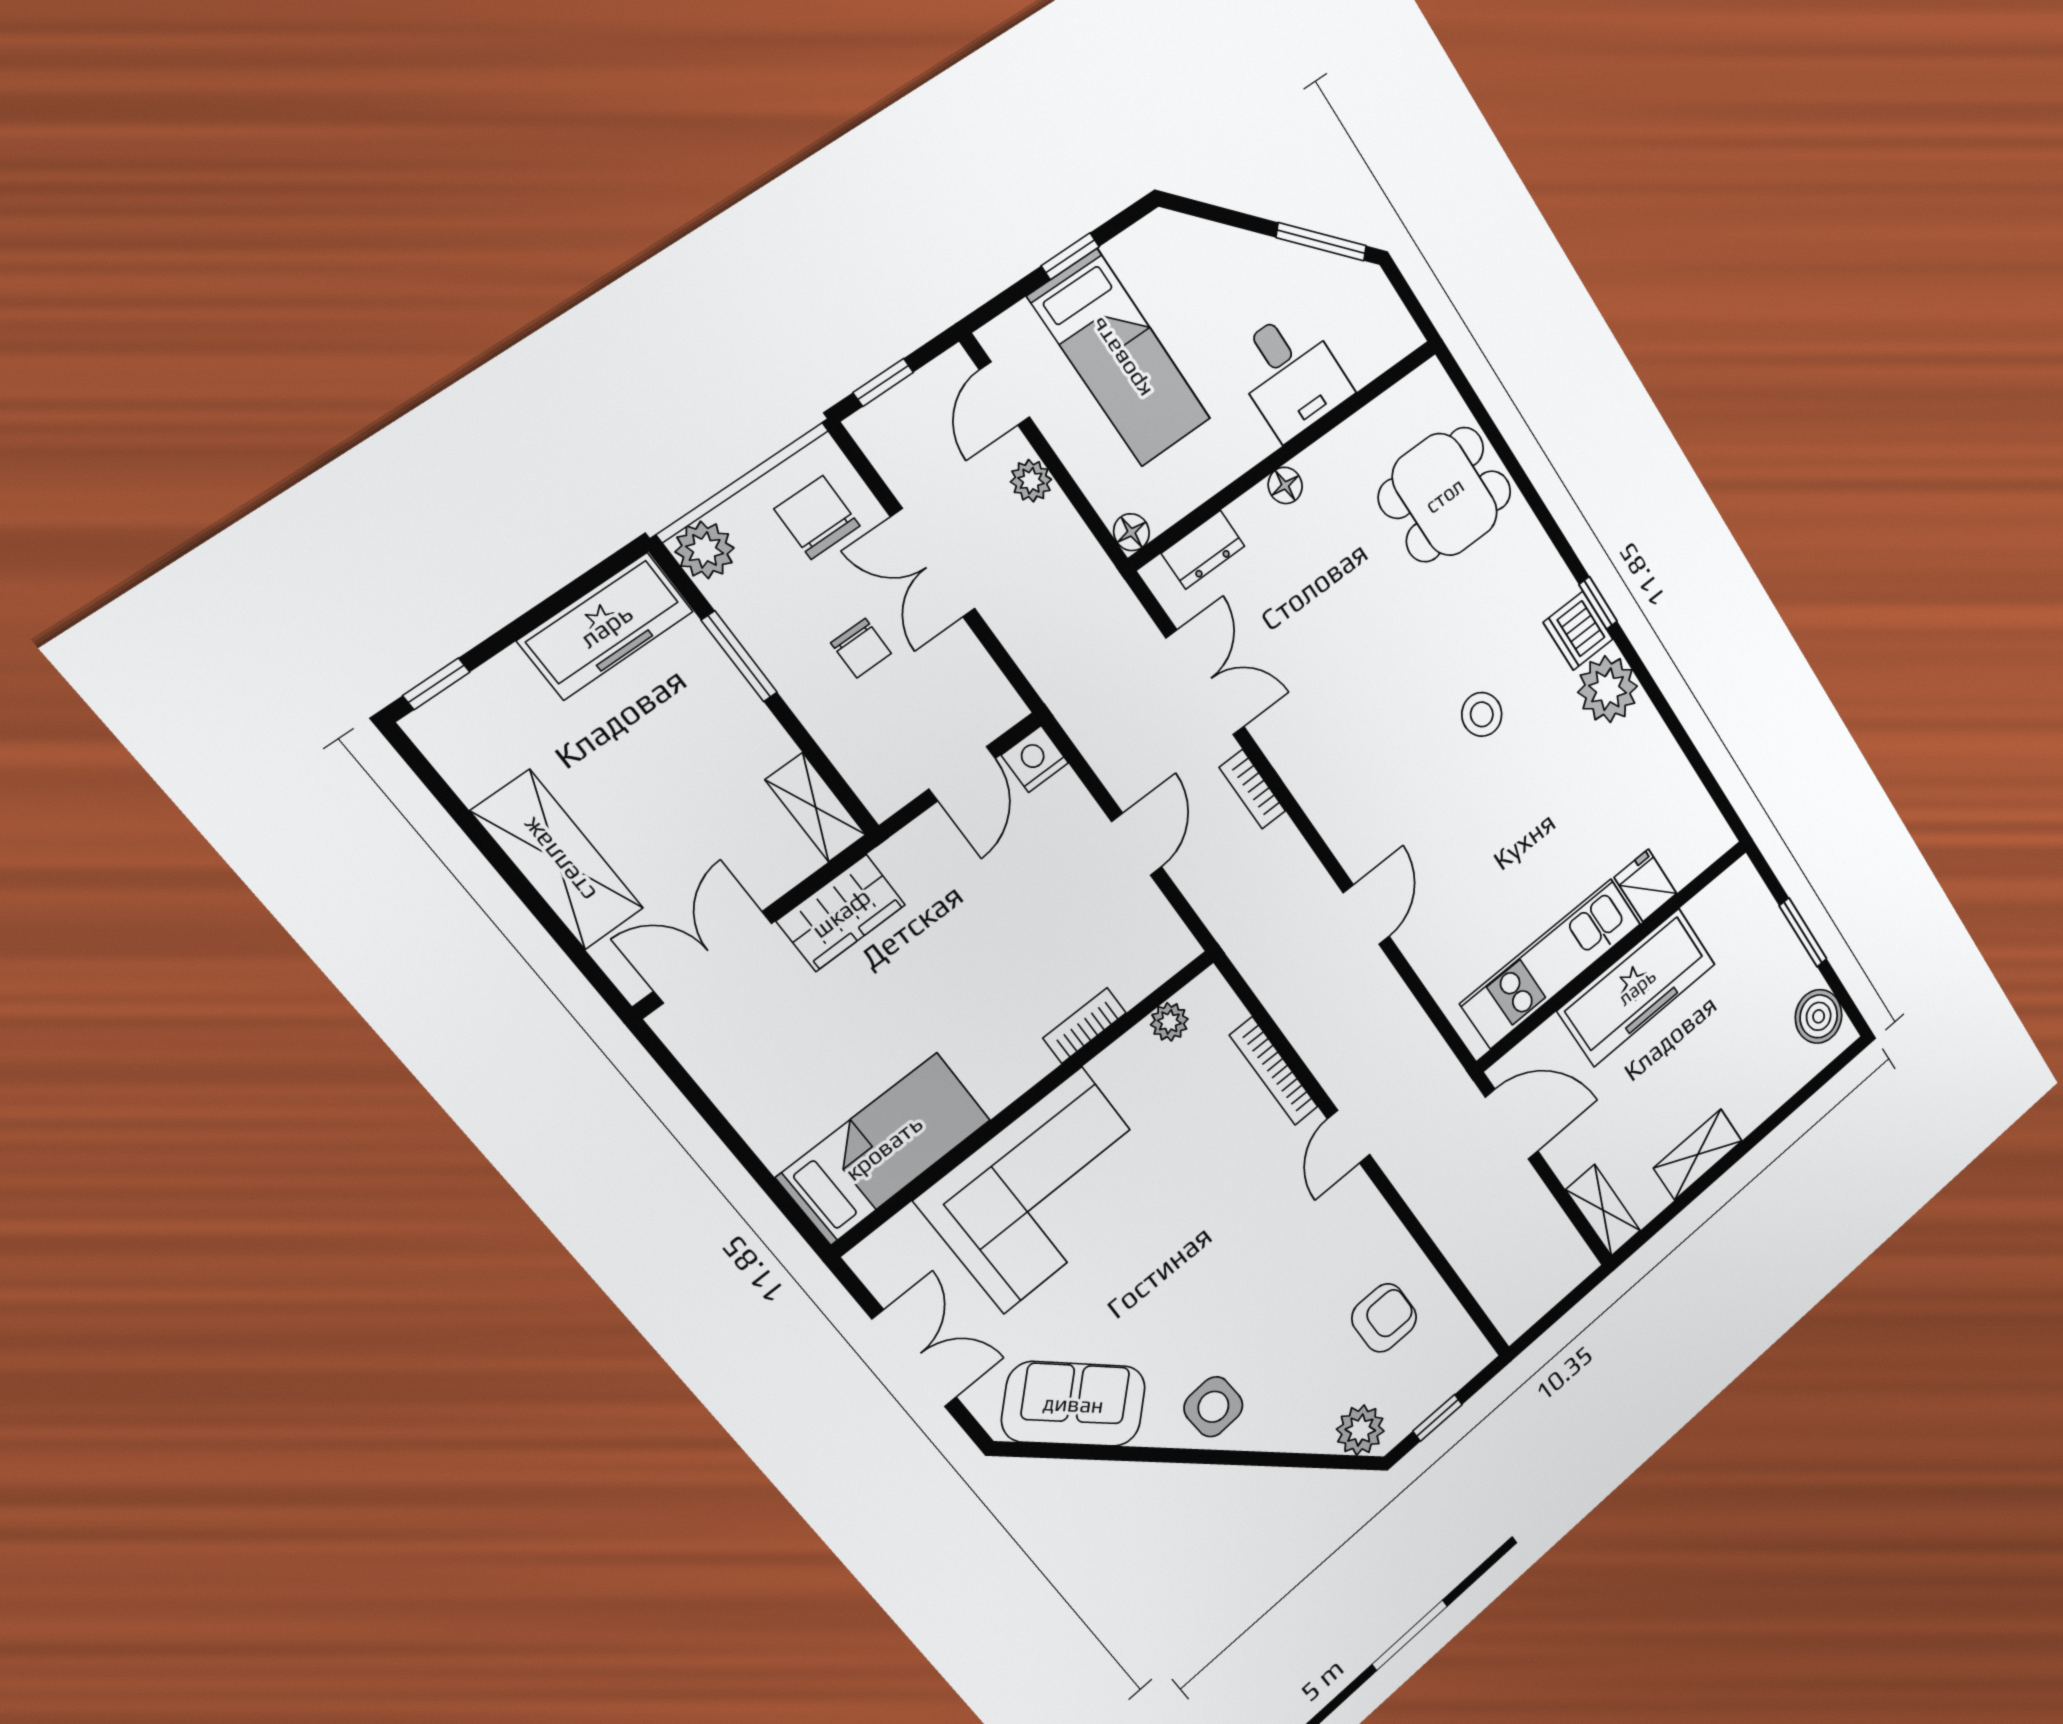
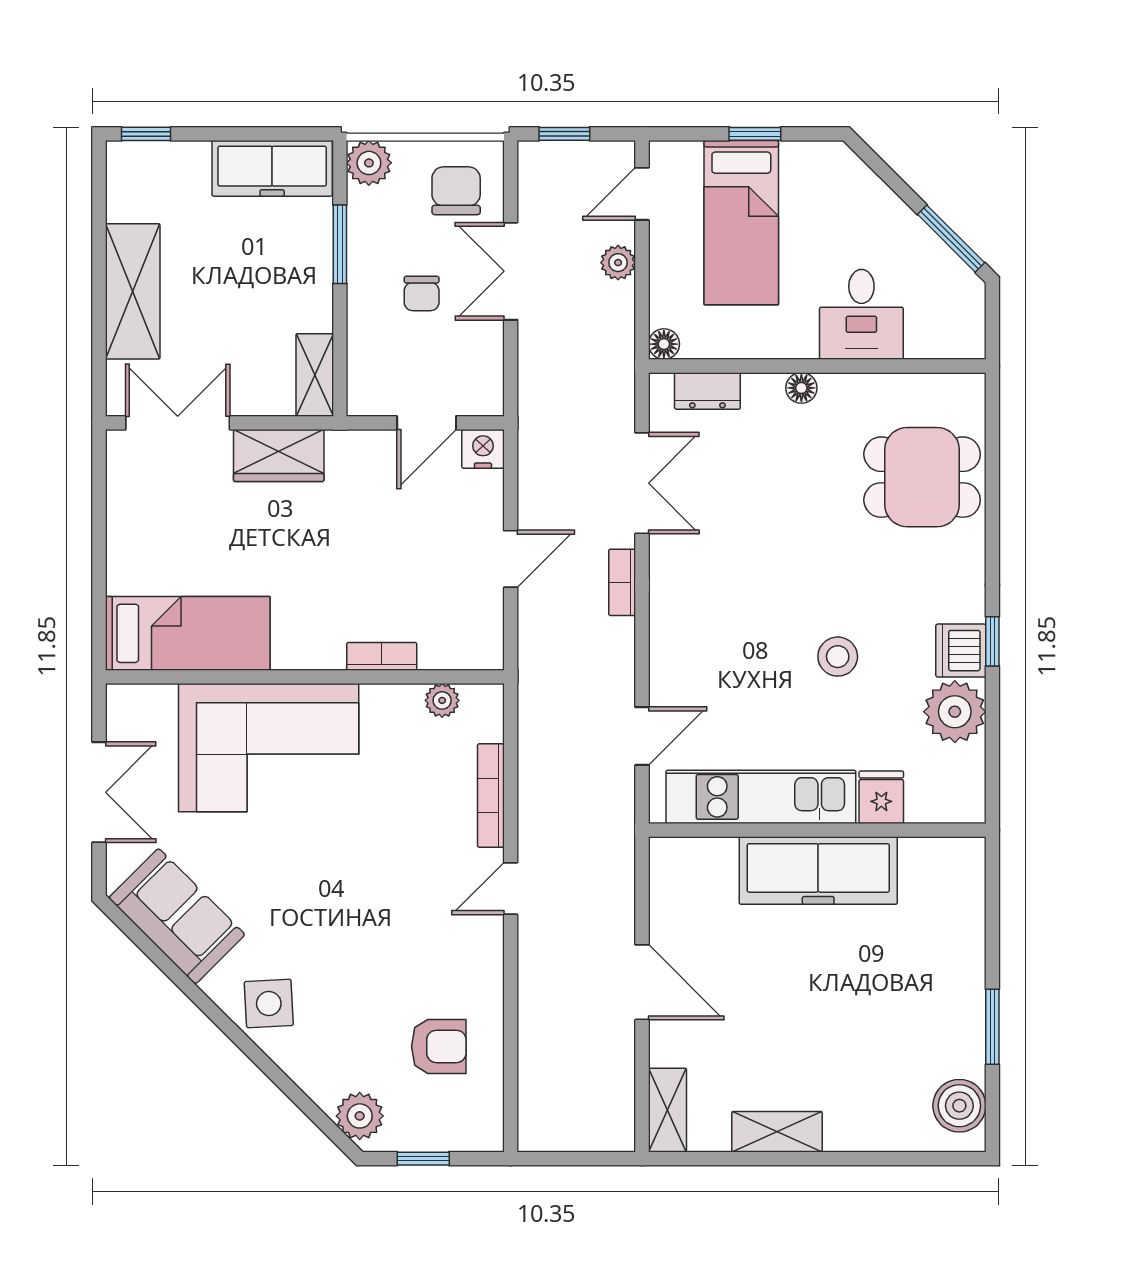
fridge: (1646, 885) -> (881, 797), moved
wall: (1614, 954) -> (817, 830), moved
kitchen unit: (1551, 963) -> (761, 797), moved
freezer: (1637, 987) -> (818, 871), moved

